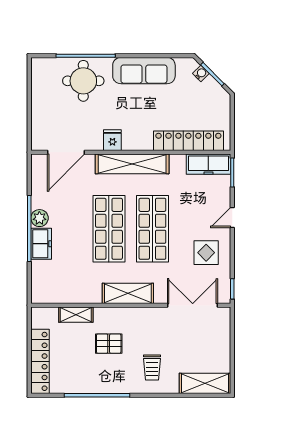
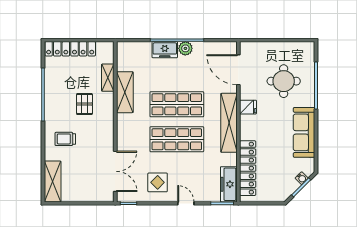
round table: (83, 81) -> (284, 81), moved
shelving: (128, 293) -> (125, 92), moved

